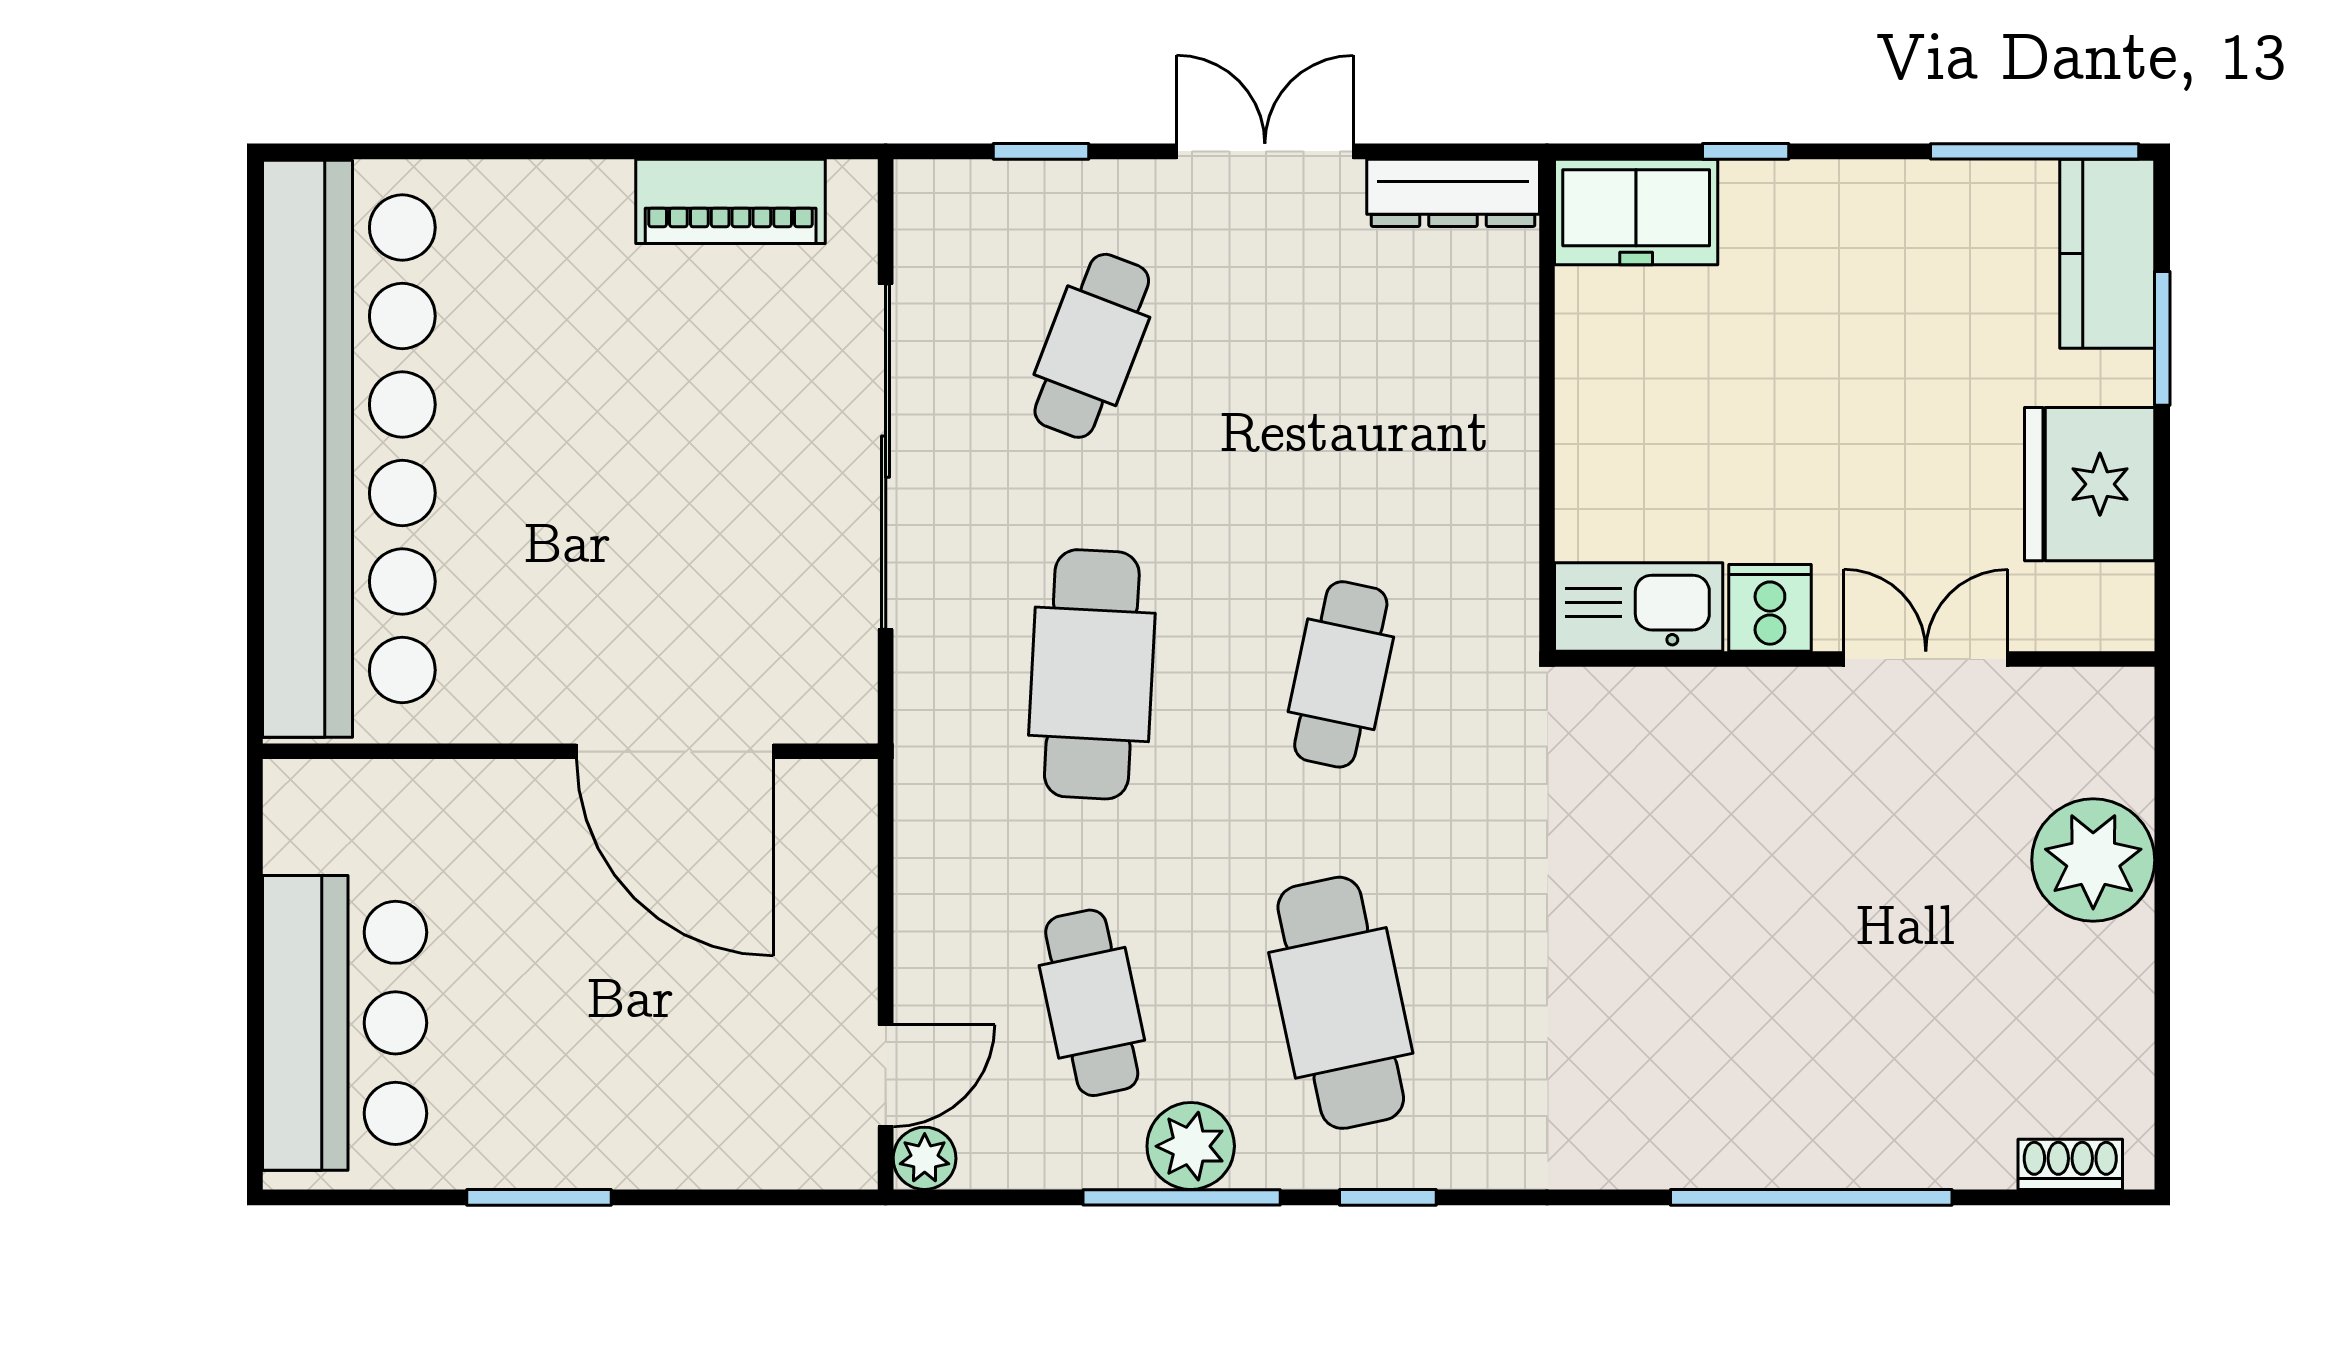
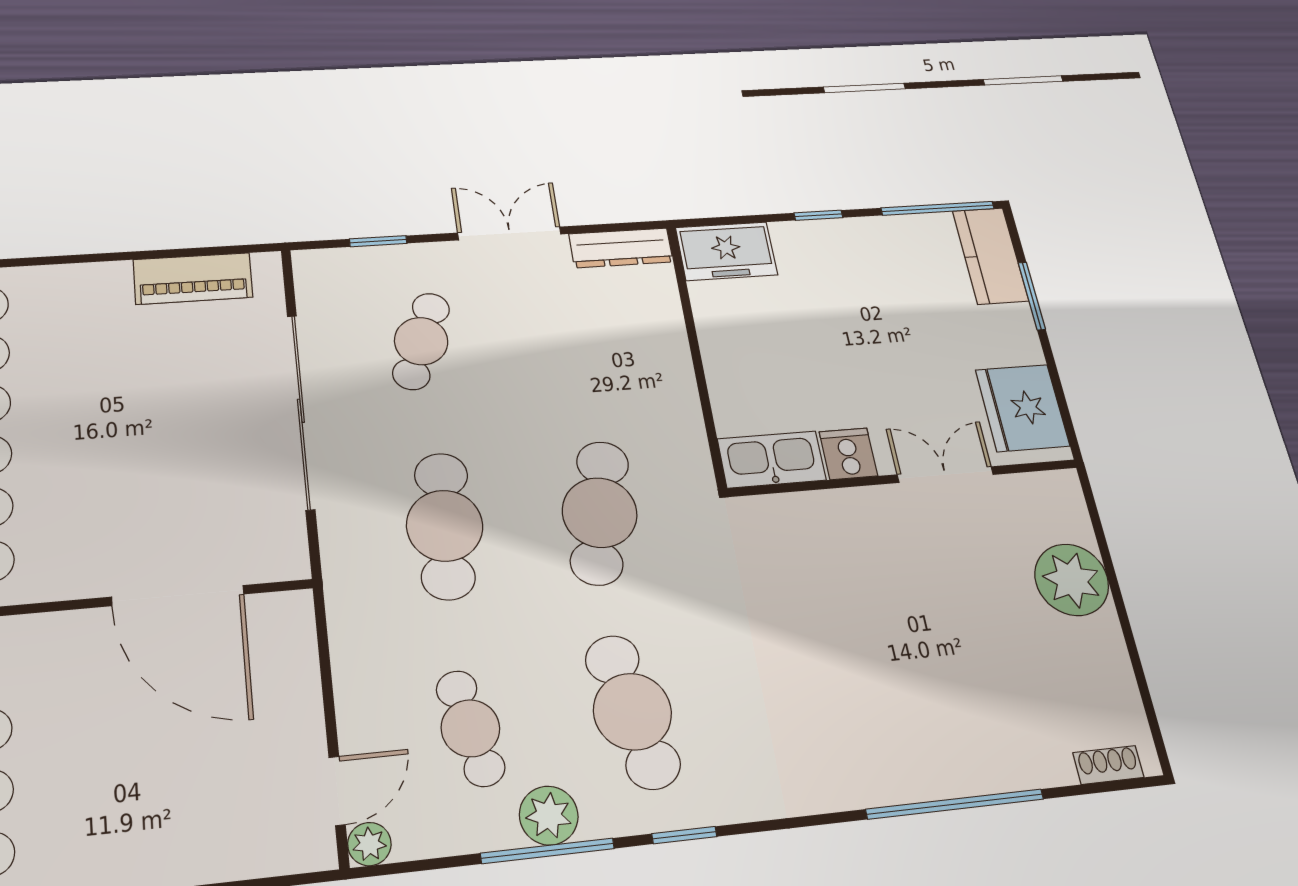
window: (1746, 151) -> (818, 215), moved
fridge: (2090, 484) -> (1022, 408), moved
cafe table: (1341, 674) -> (600, 513), width x1.37, depth x1.35

